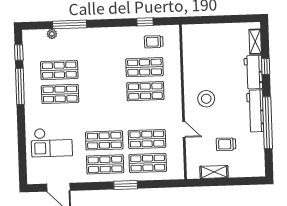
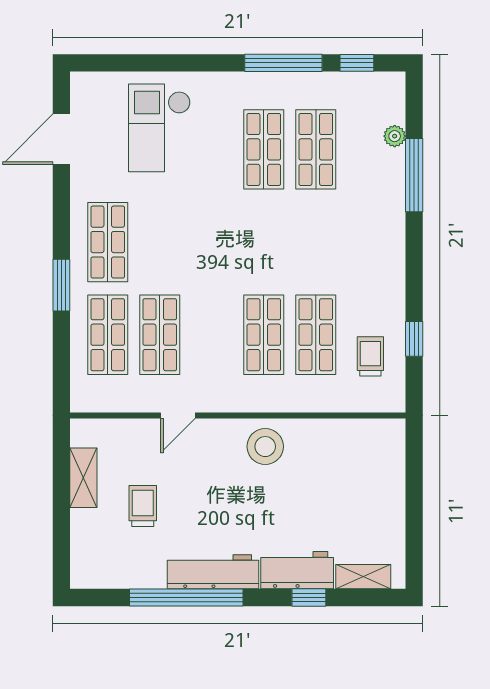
stool: (206, 99) -> (265, 447), moved
shop shelf: (104, 140) -> (160, 242), removed

